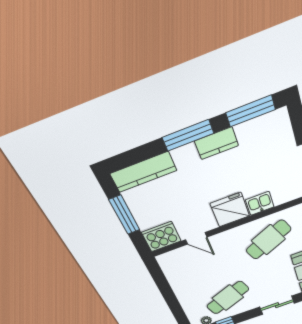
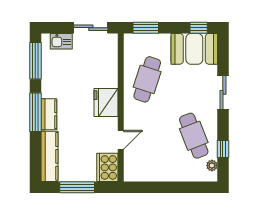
kitchen counter: (217, 143) -> (49, 114), moved
kitchen sink: (260, 203) -> (61, 41), moved, turned -90
cafe table: (268, 240) -> (147, 79), turned 42

